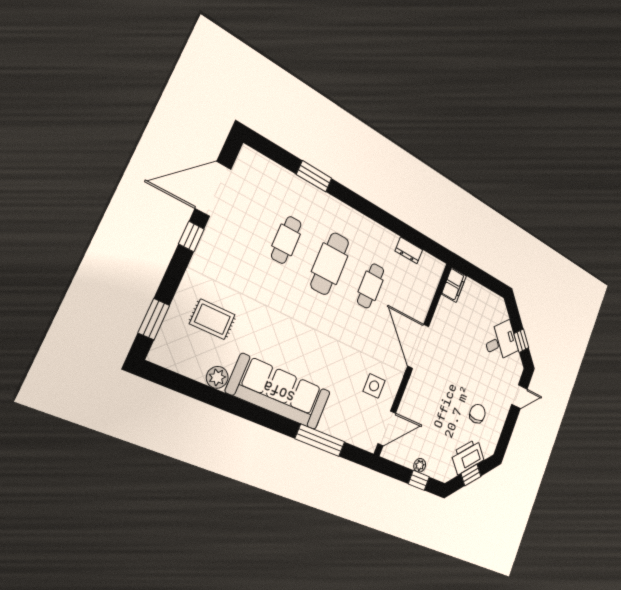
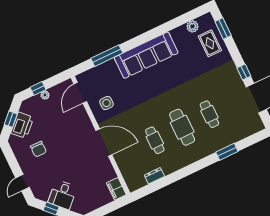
rug: (212, 319) -> (210, 43), moved, turned 90
plant: (217, 377) -> (192, 26), moved

